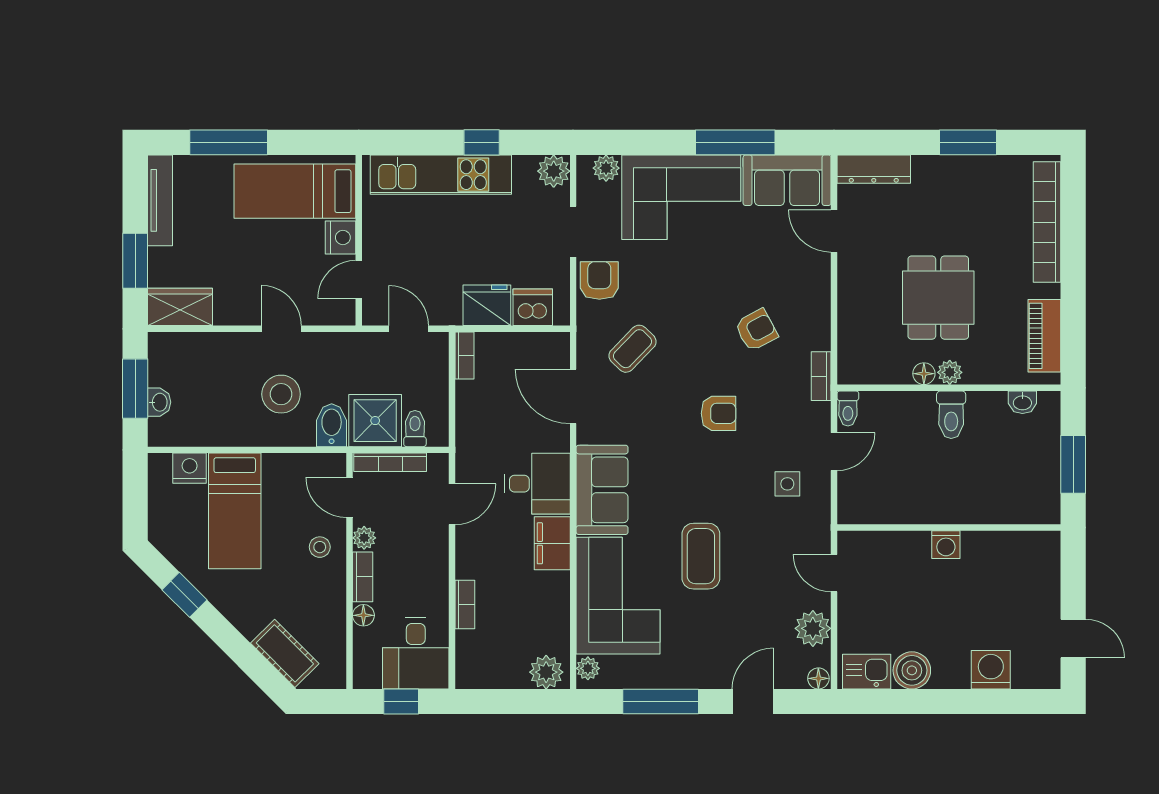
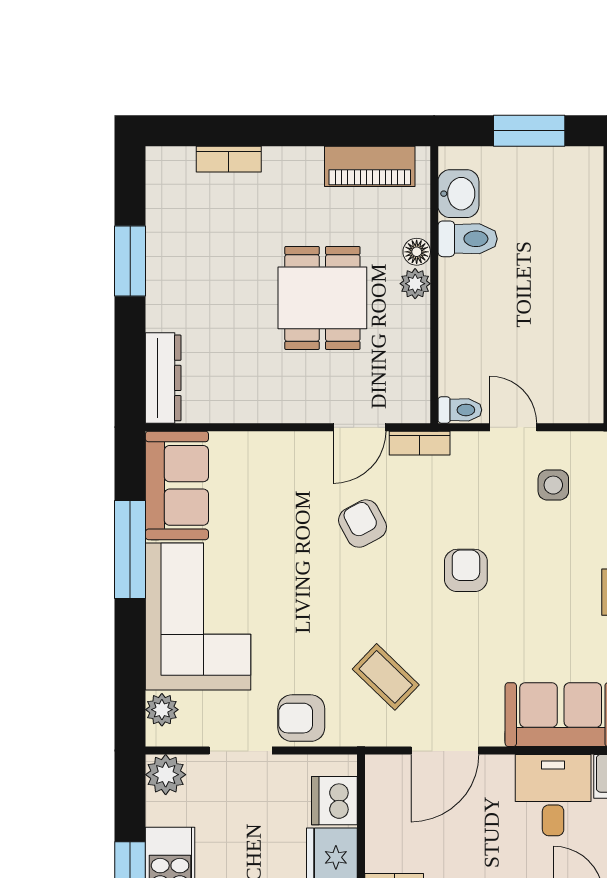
bookcase: (1047, 222) -> (229, 159), width x0.43, depth x0.76
door: (834, 231) -> (360, 427), moved
dining table: (938, 298) -> (322, 298), turned 90
floor lamp: (924, 374) -> (417, 252), moved
washbasin: (1022, 402) -> (458, 194), width x1.38, depth x1.45
toilet: (951, 415) -> (468, 239), moved

